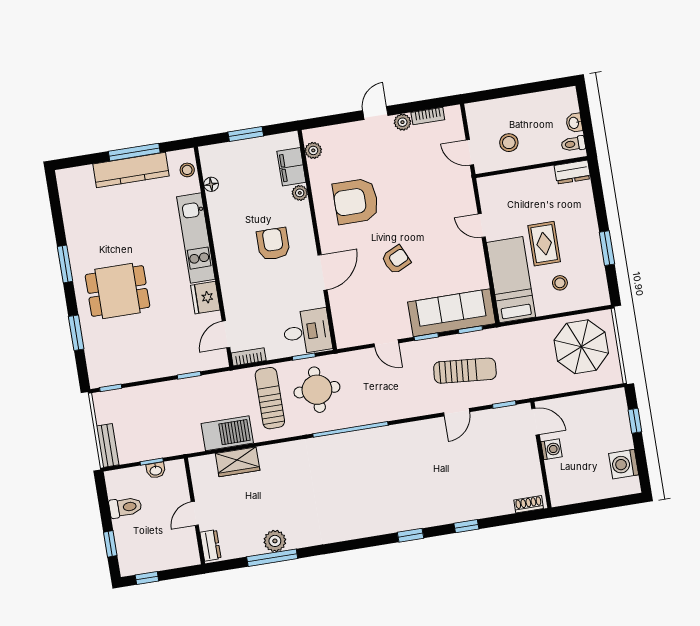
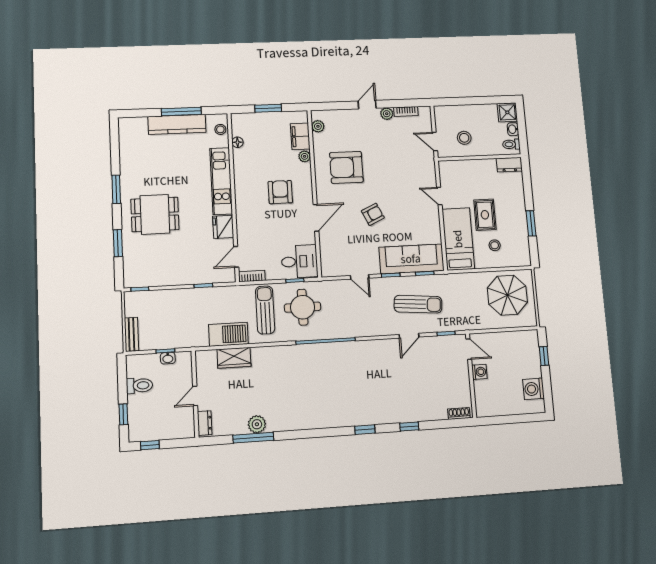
shower: (565, 100) -> (507, 112), added

